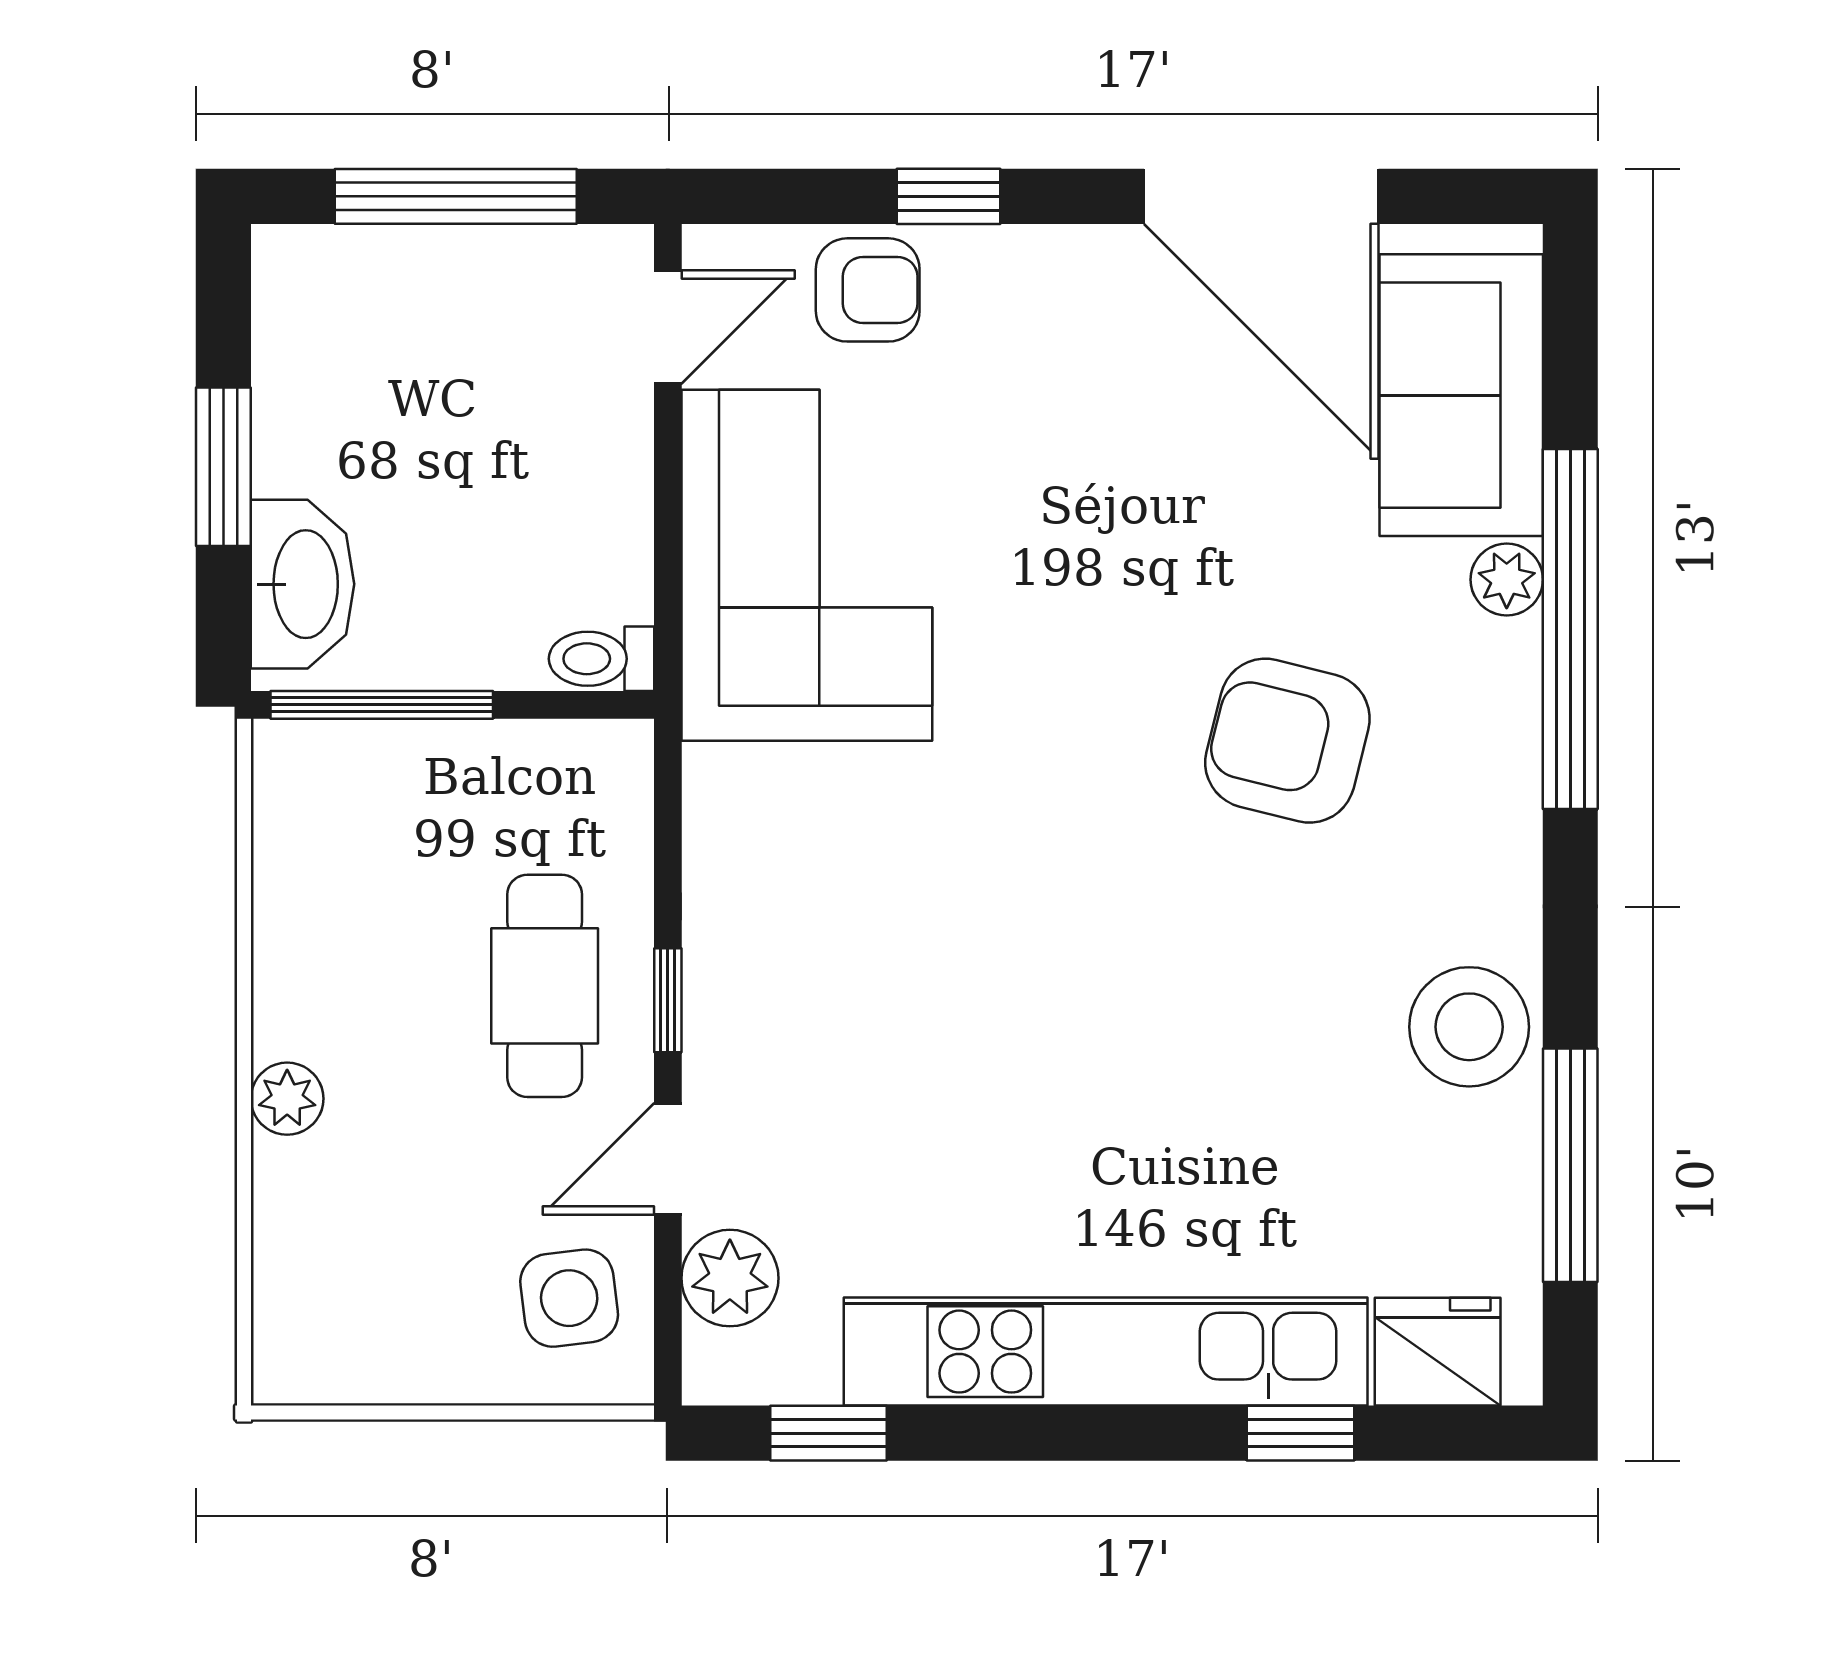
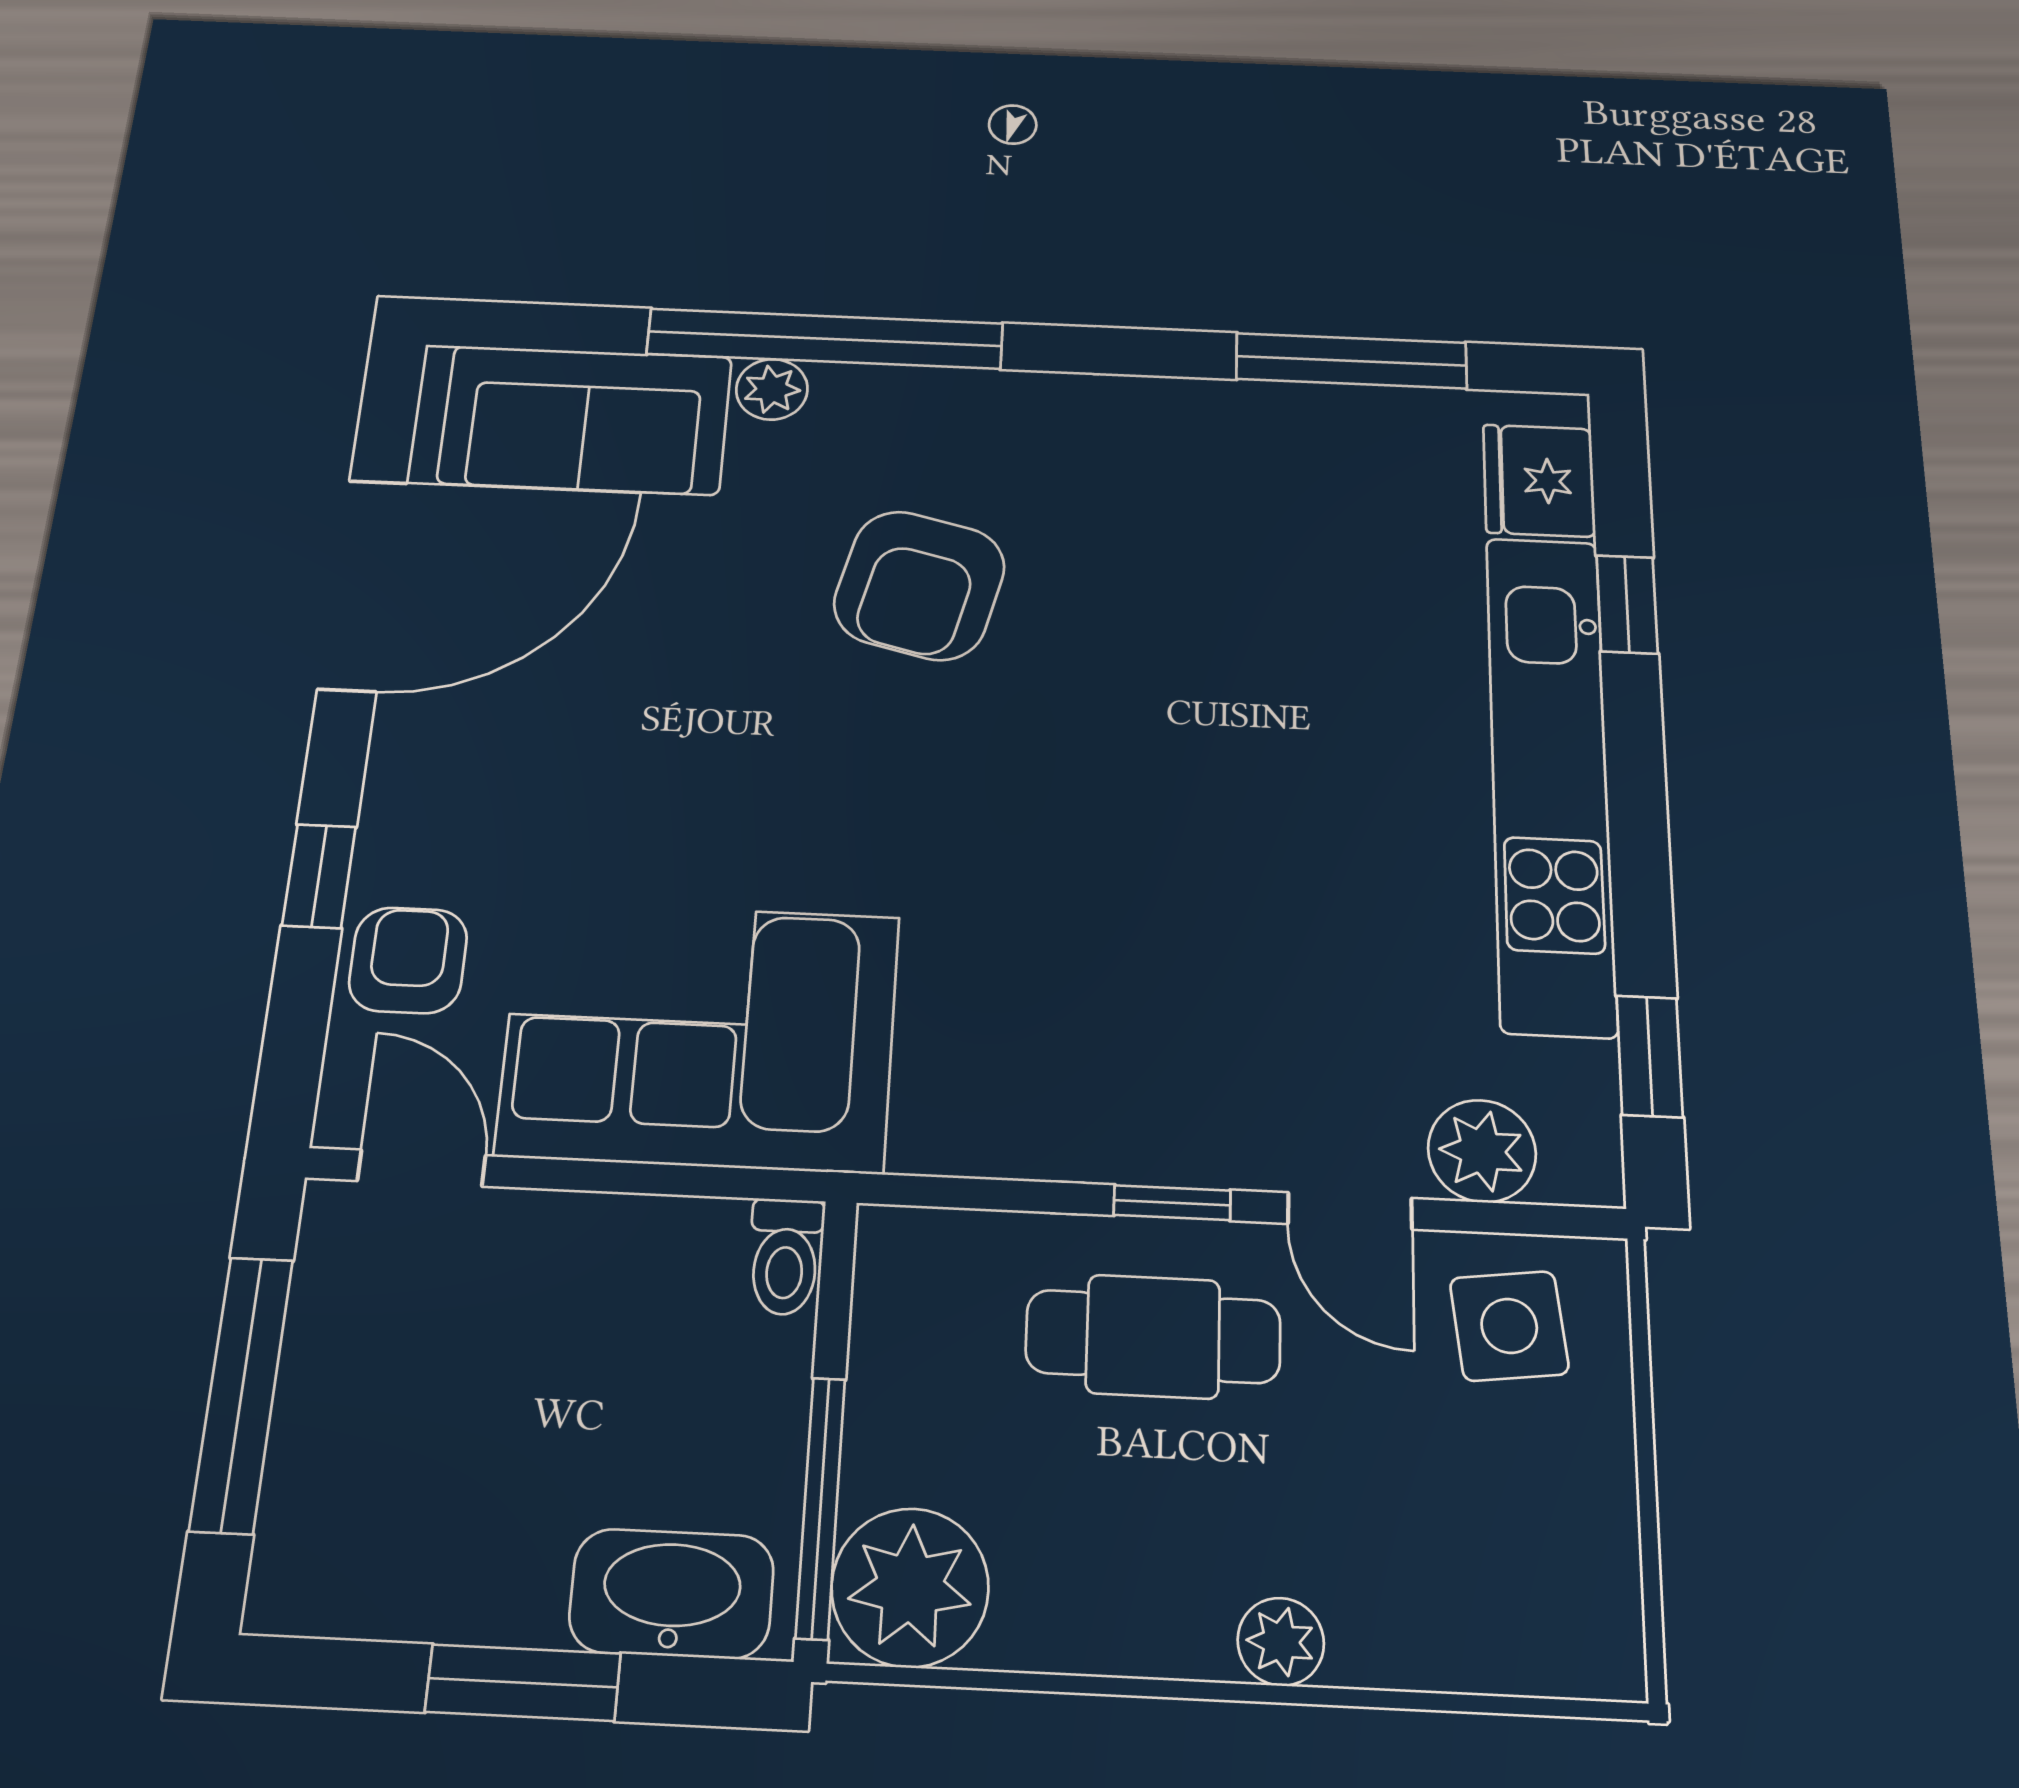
plant: (317, 785) -> (910, 1587), added
stool: (1469, 1027) -> (1214, 440), removed

